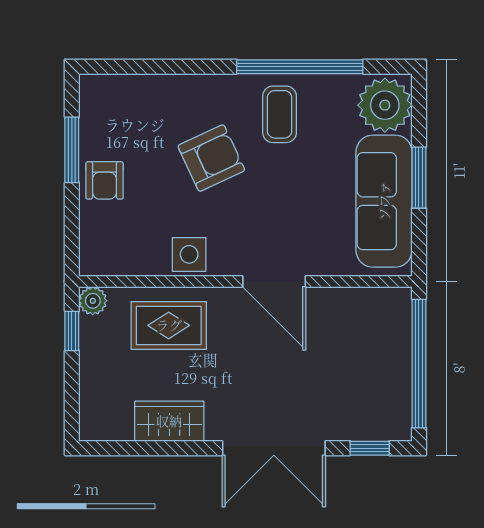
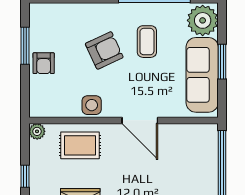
coffee table: (280, 114) -> (147, 42), moved
window: (72, 331) -> (25, 176), moved

